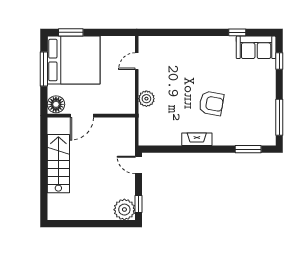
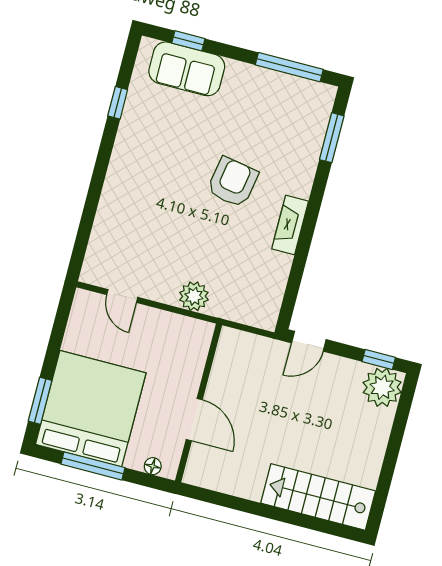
sofa: (256, 47) -> (187, 69), moved, turned 90
floor lamp: (56, 104) -> (153, 466), width x0.53, depth x0.53
stairs: (58, 164) -> (318, 497), moved

